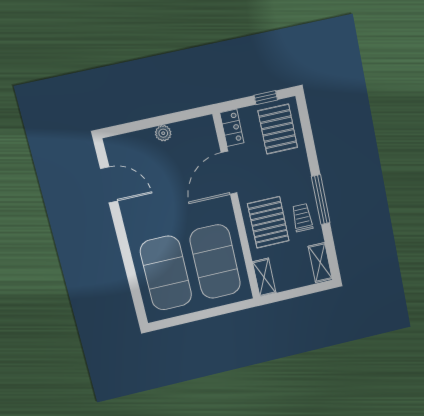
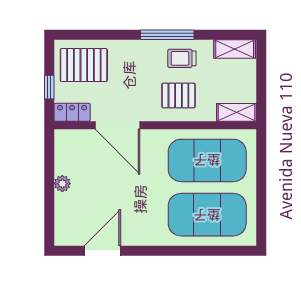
window: (266, 98) -> (49, 87), moved
pallet: (268, 222) -> (178, 95), width x0.67, depth x0.71

